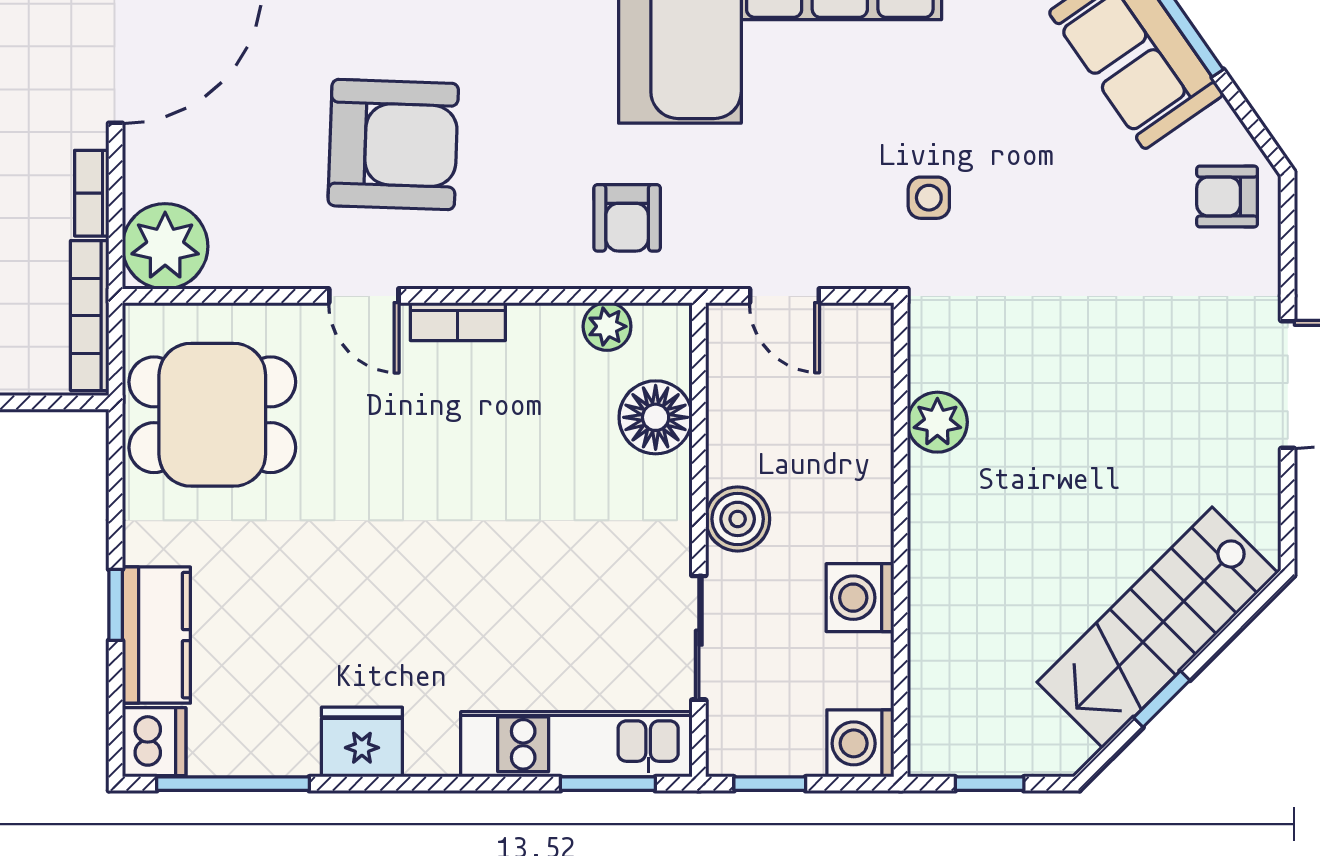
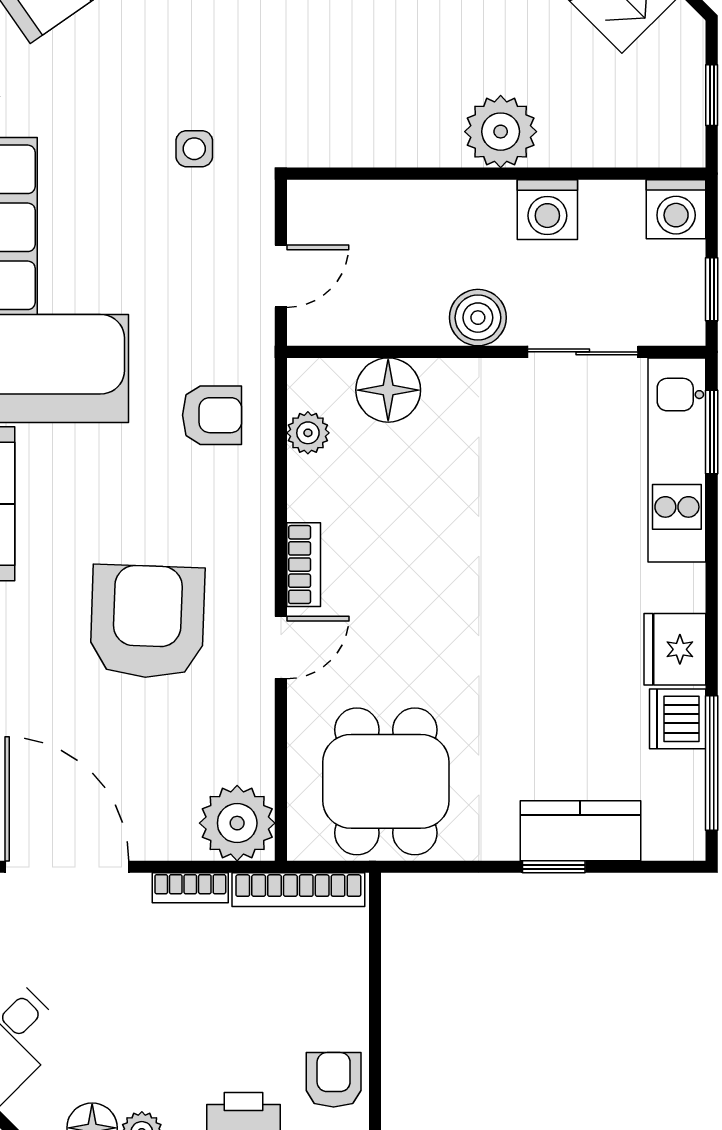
plant: (937, 422) -> (501, 132), moved, width x1.36, depth x1.36
dishwasher: (154, 742) -> (678, 719), moved, turned -90

